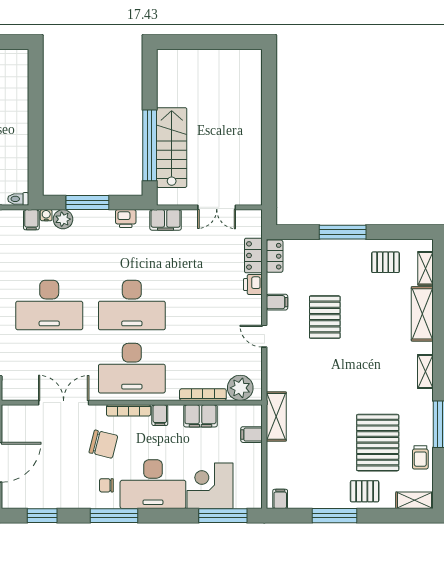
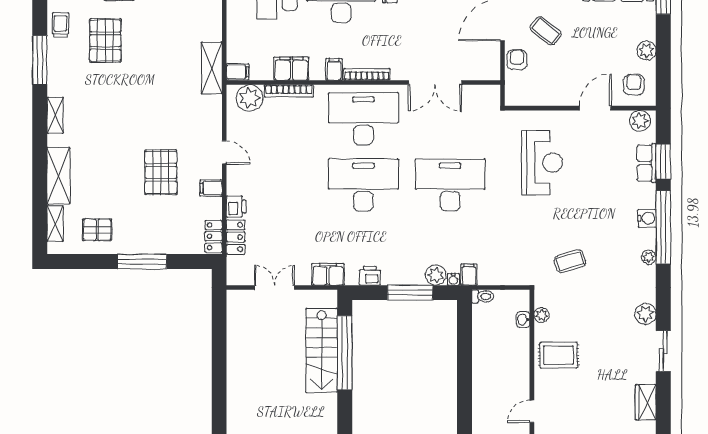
filing cabinet: (252, 435) -> (238, 72), moved
pallet: (378, 443) -> (105, 41), width x0.73, depth x0.71
chair: (103, 444) -> (393, 39), removed

